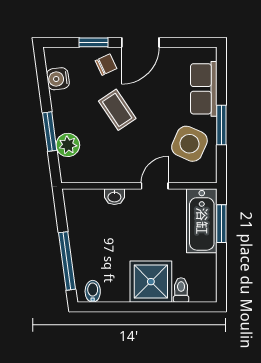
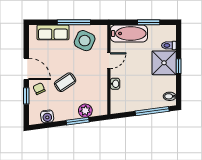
window: (221, 125) -> (74, 22), width x1.44
door: (155, 186) -> (109, 61), swing flipped
window: (221, 224) -> (149, 22), moved
window: (145, 307) -> (179, 66), added

